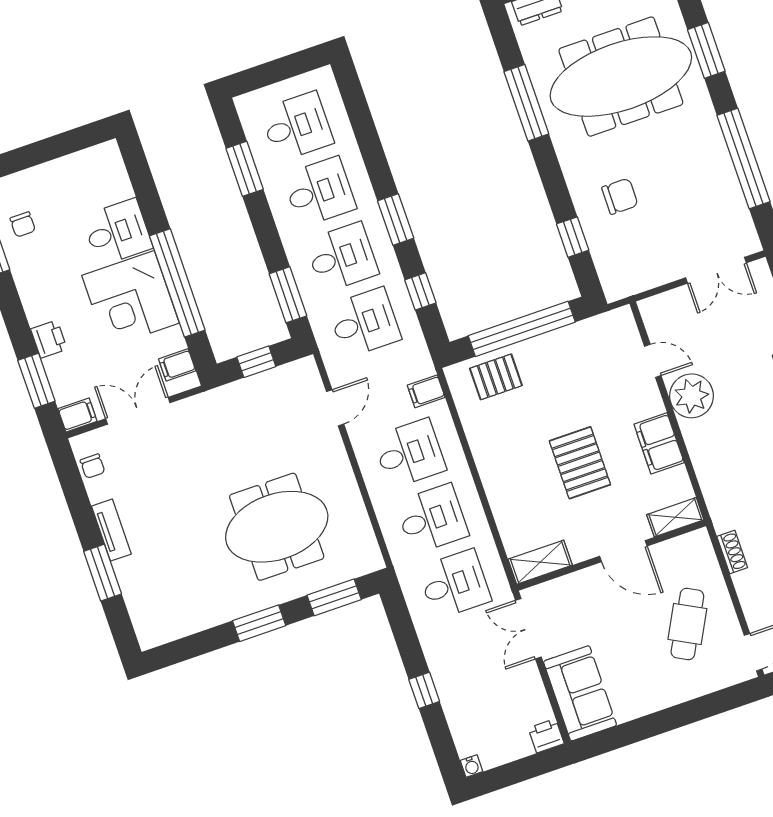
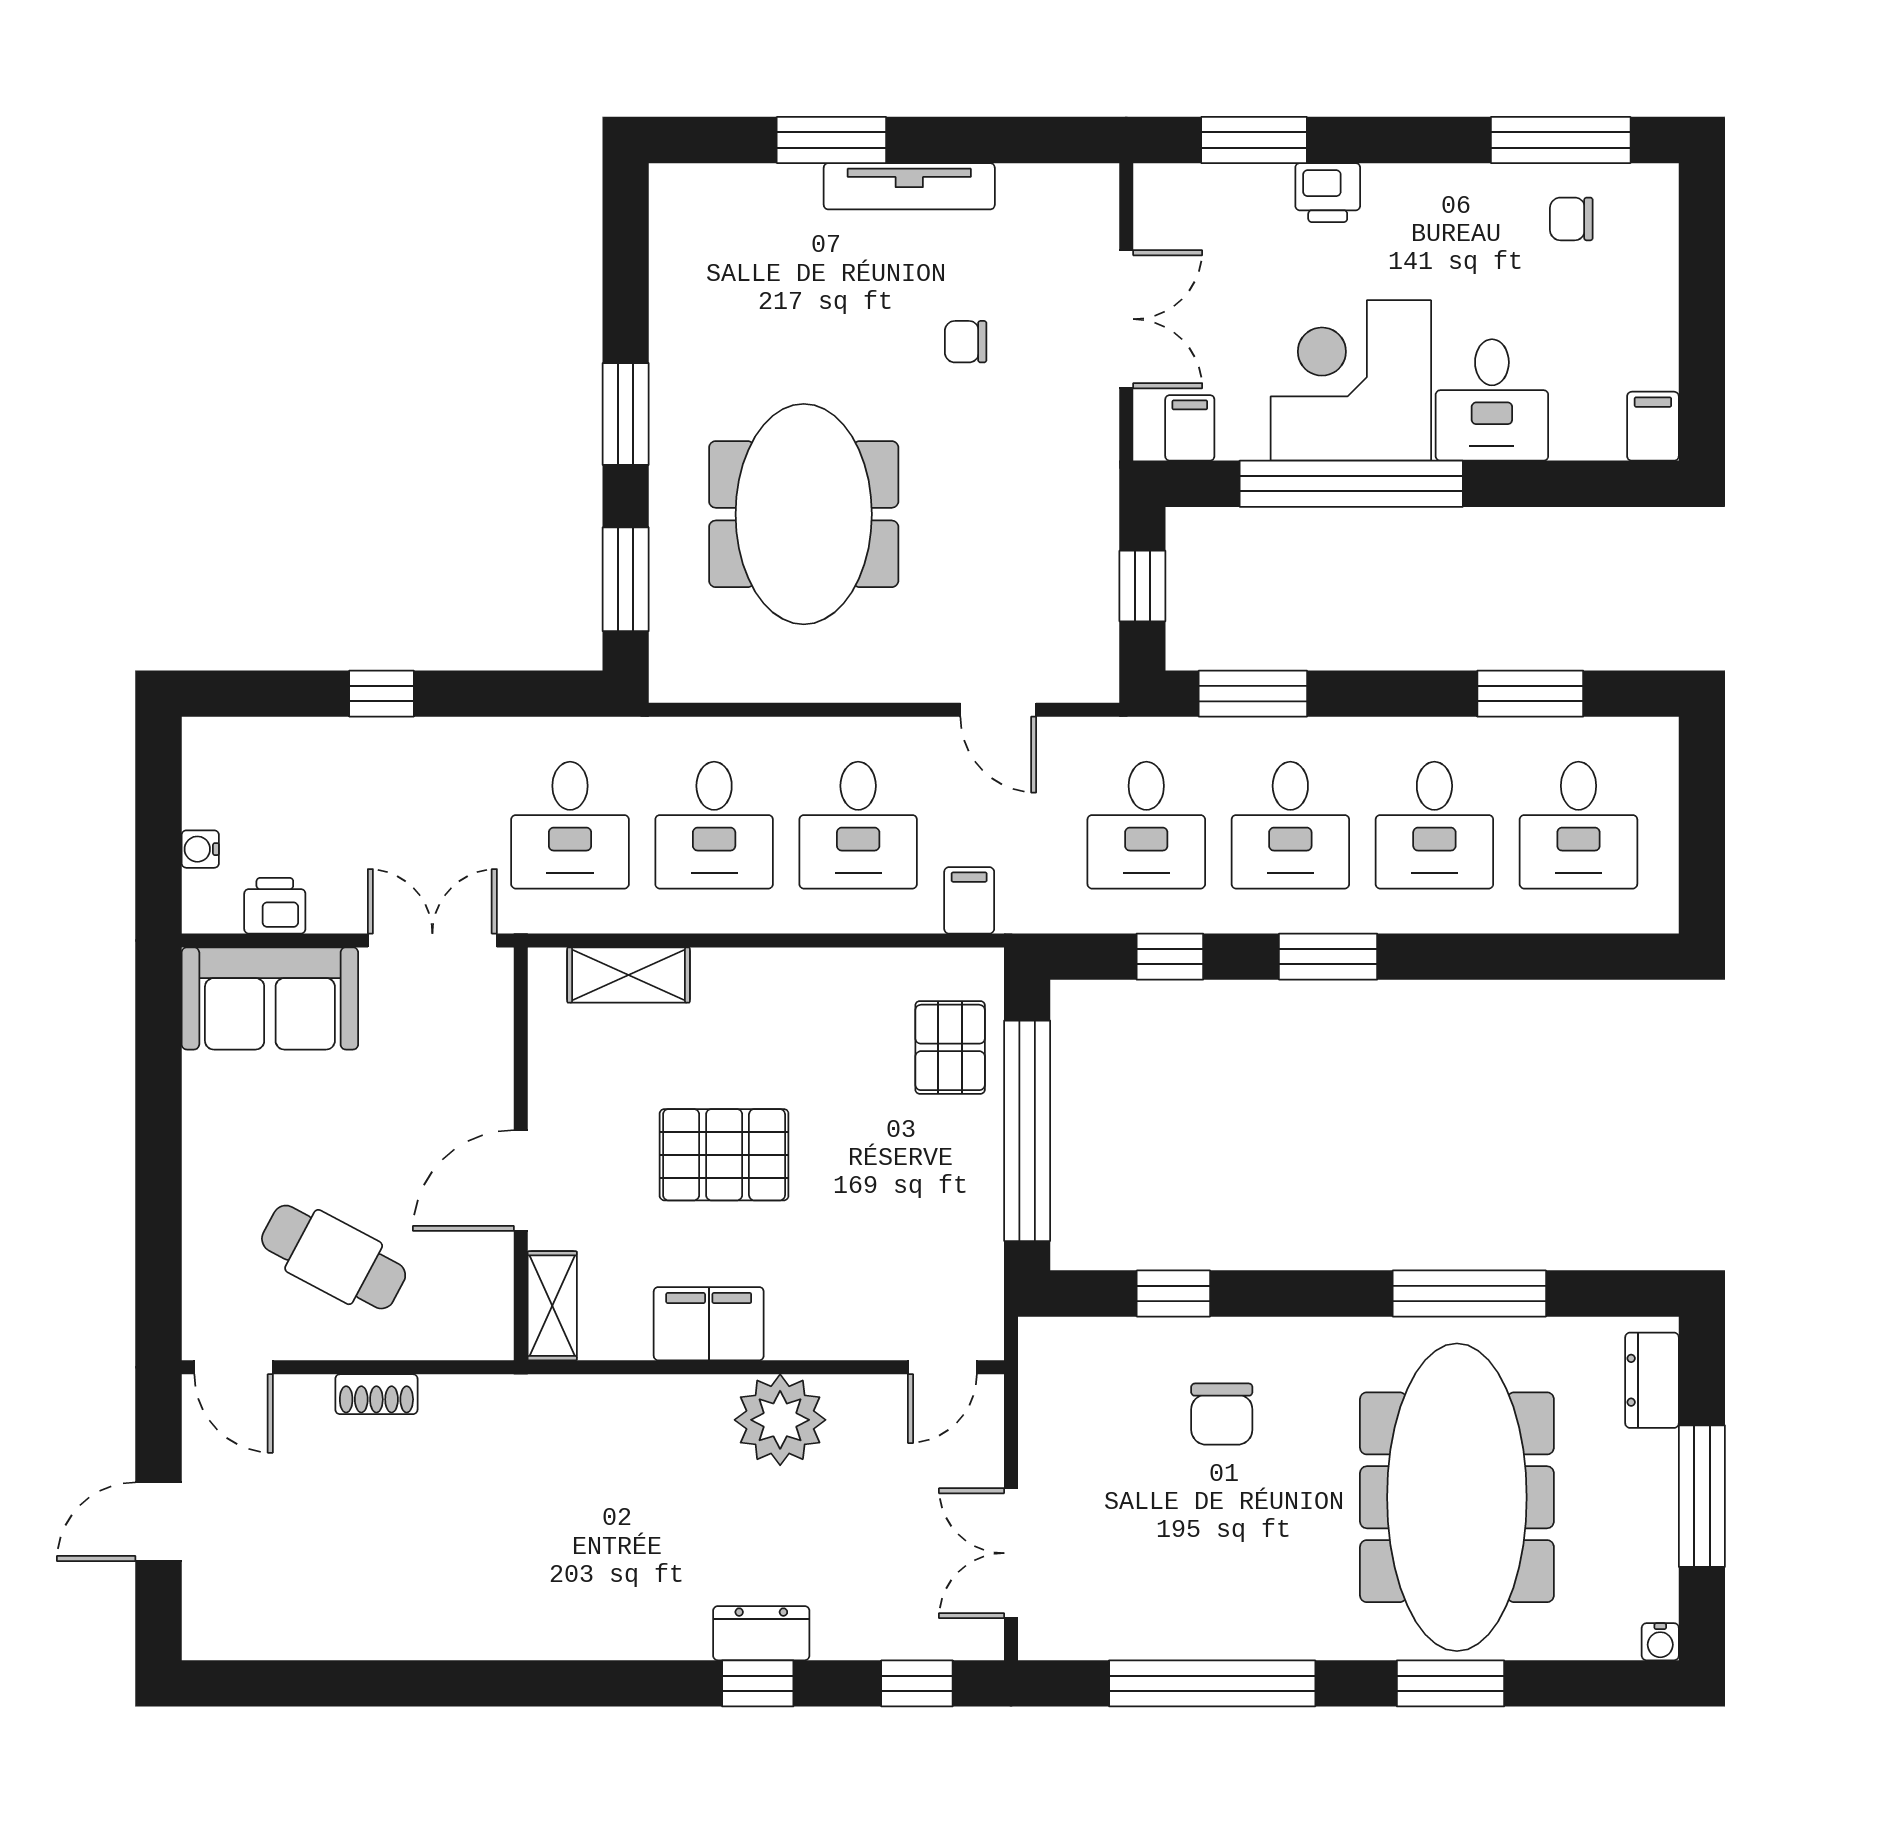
door: (653, 361) -> (942, 1367), moved
filing cabinet: (77, 415) -> (1653, 426), moved, turned 180
chair: (93, 466) -> (966, 342), moved
tv unit: (111, 530) -> (909, 186), width x1.41
shoe rack: (732, 552) -> (376, 1394), moved
shelving: (540, 562) -> (629, 975), moved, turned 90
printer: (546, 736) -> (275, 906), moved, turned -90
water cooler: (471, 766) -> (200, 849), moved

